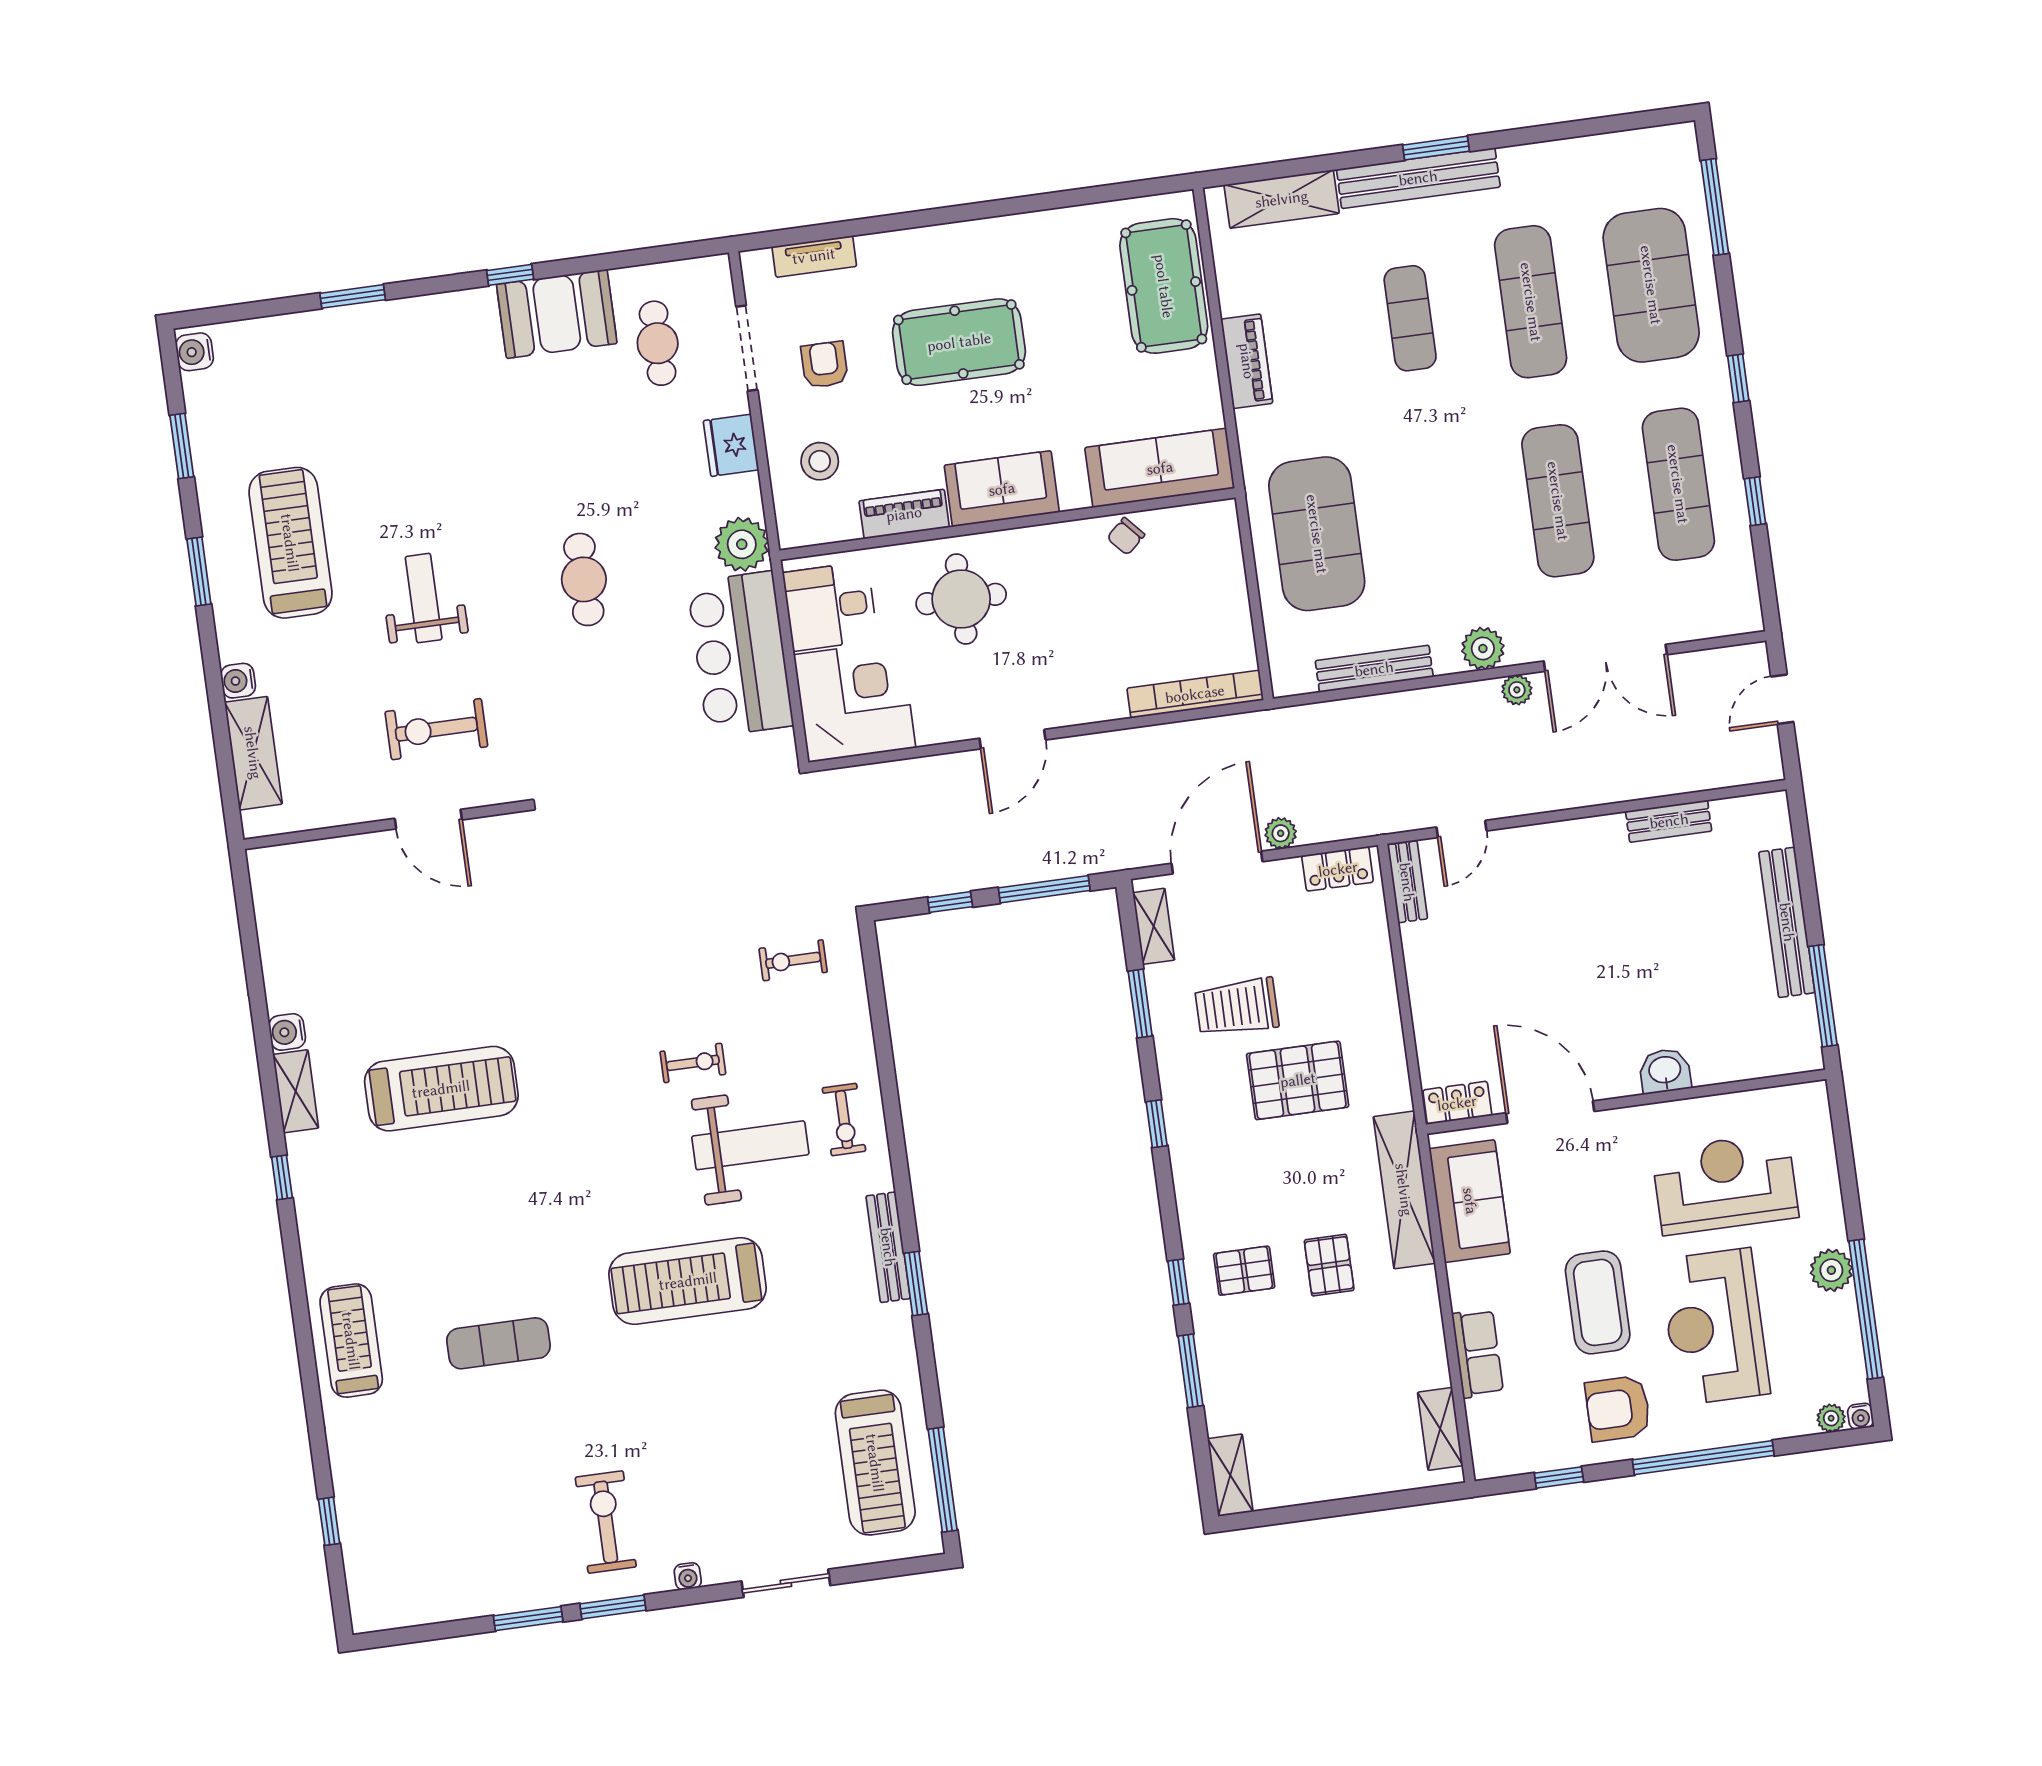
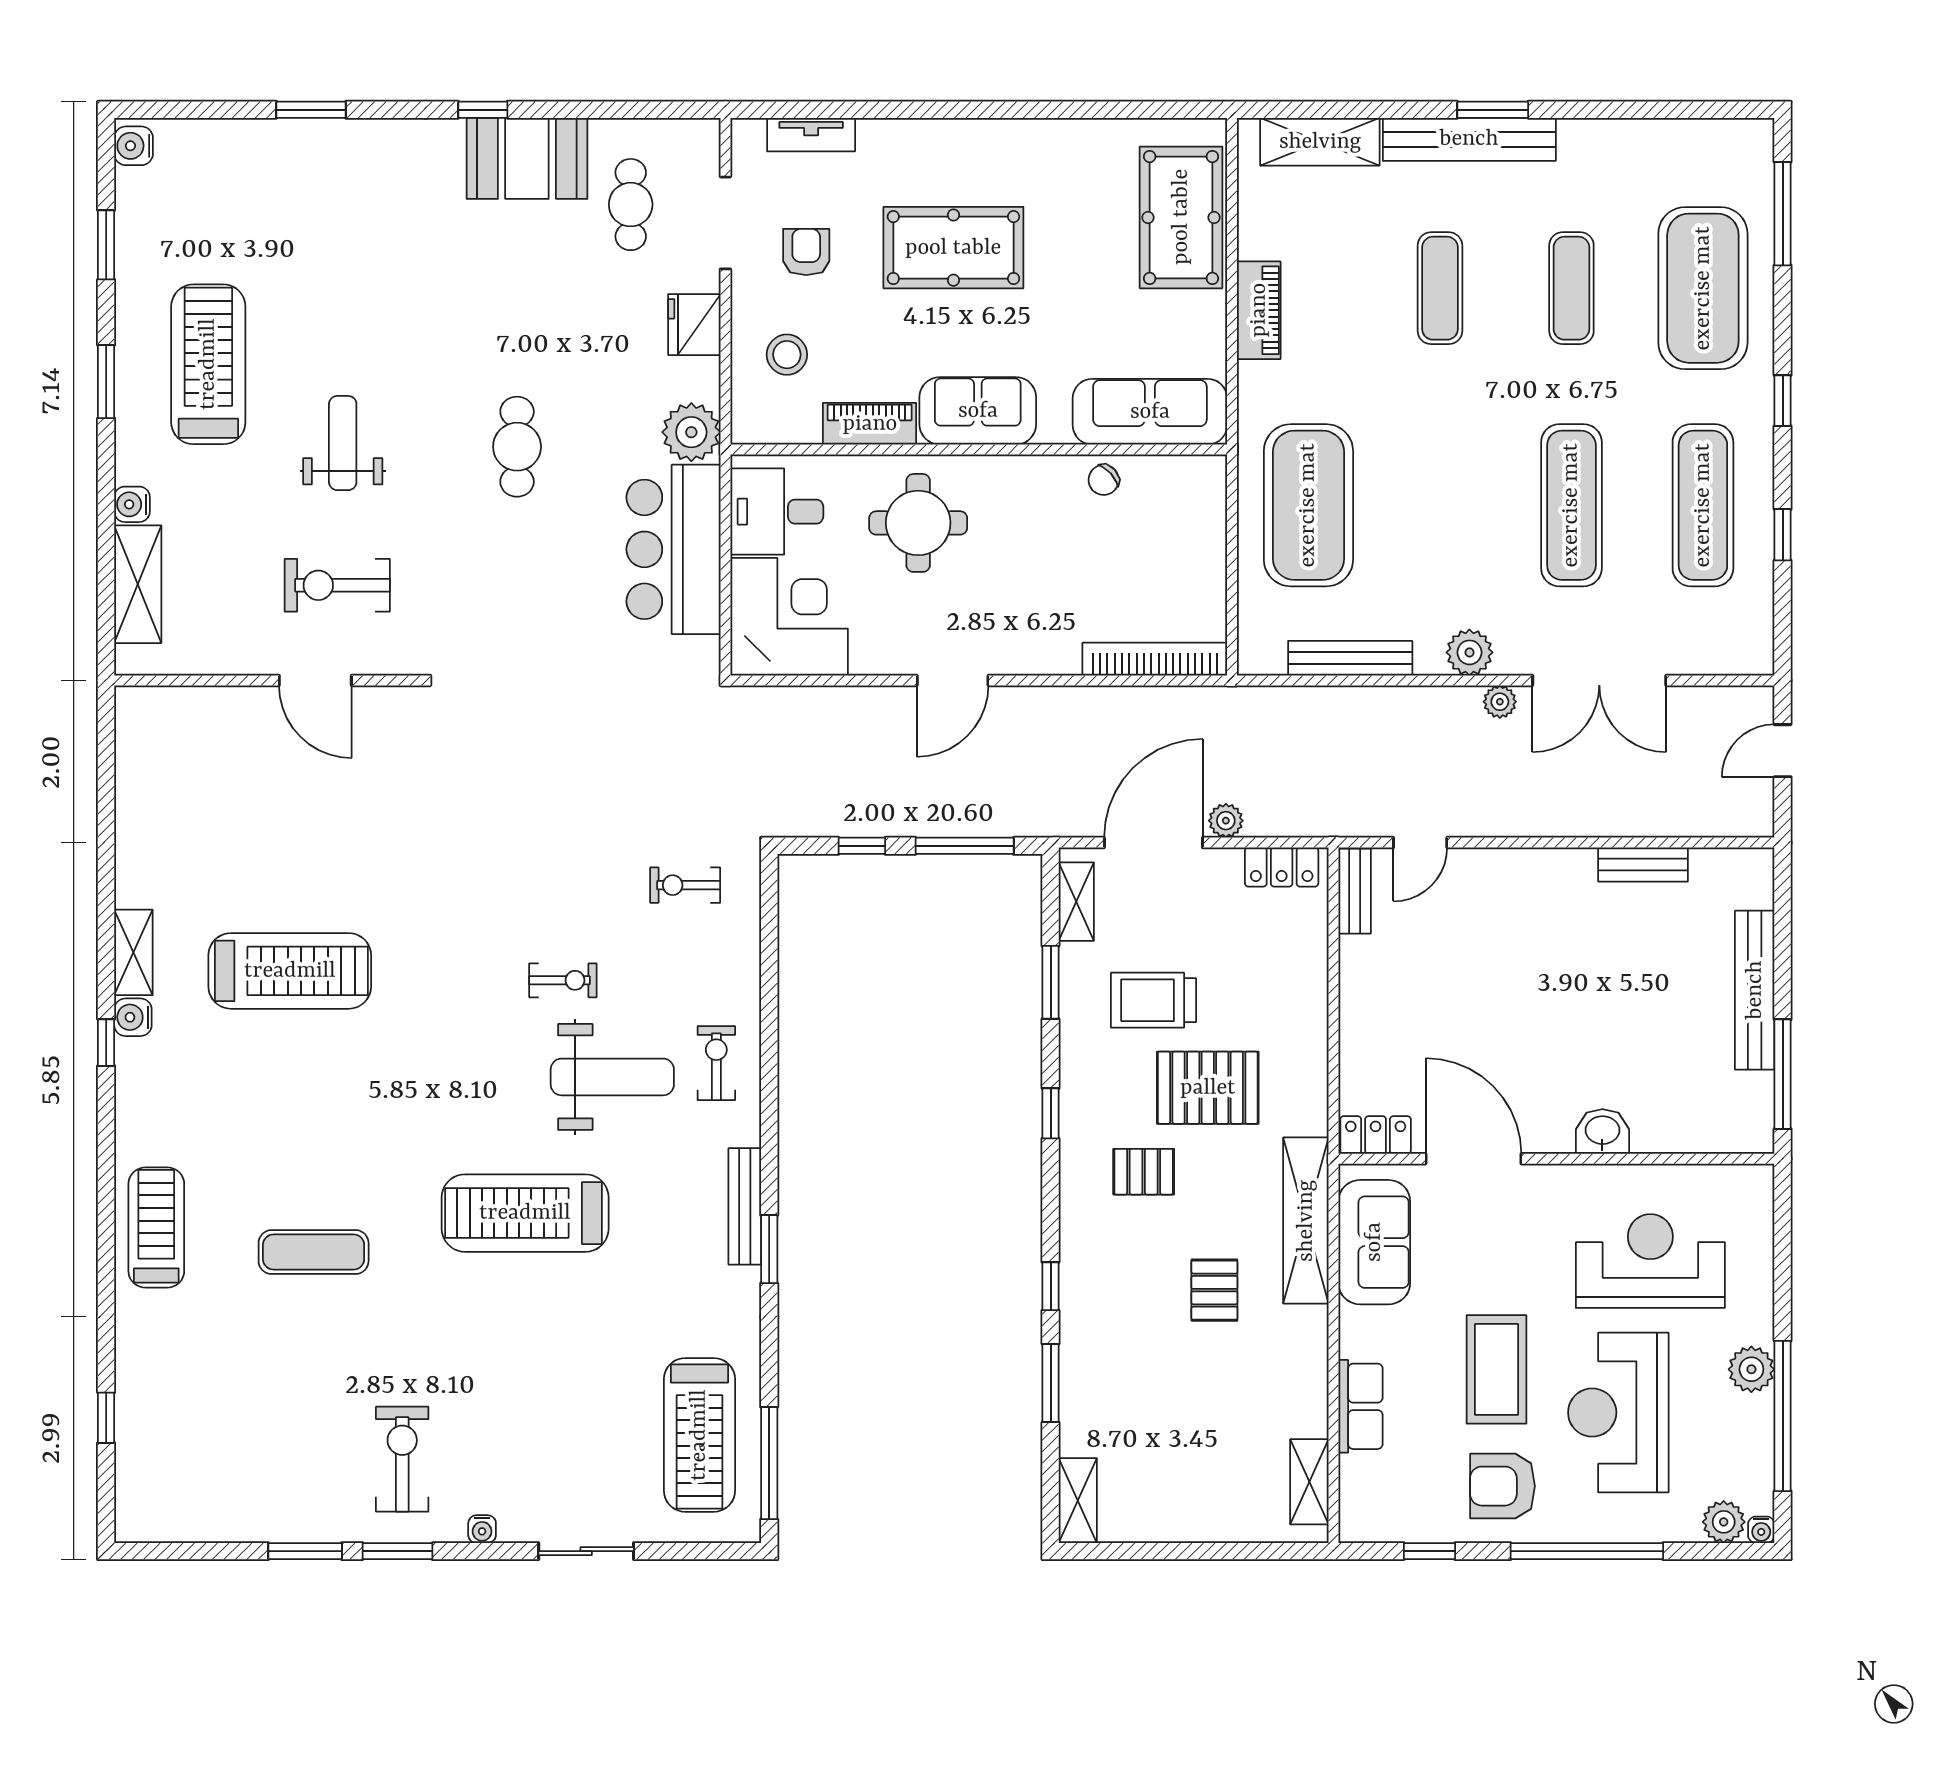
exercise mat: (1531, 302) -> (1571, 288), width x0.73, depth x0.69
water cooler: (287, 1032) -> (133, 1017), moved
exercise bike: (844, 1120) -> (716, 1063), turned 180
pallet: (1244, 1271) -> (1144, 1172), moved
plant: (1831, 1418) -> (1724, 1522), width x1.38, depth x1.38

